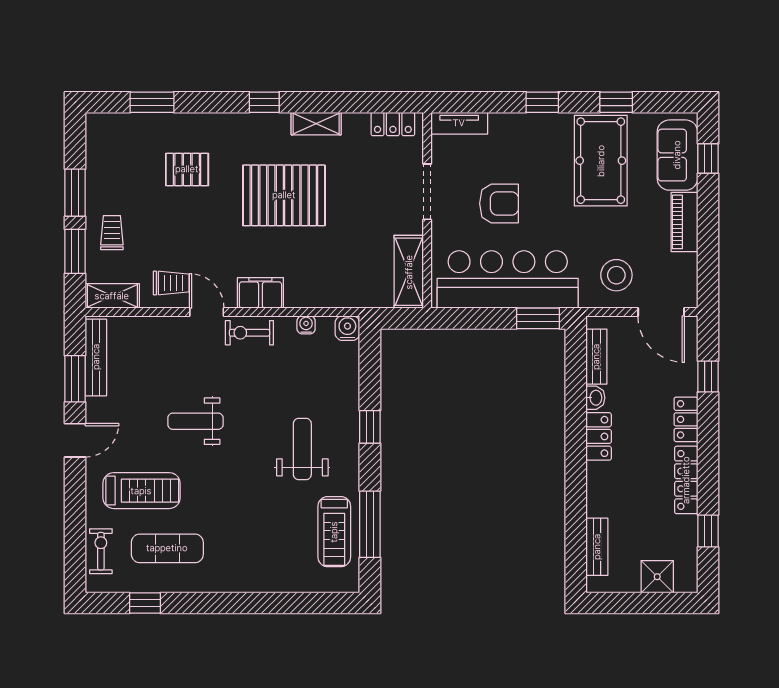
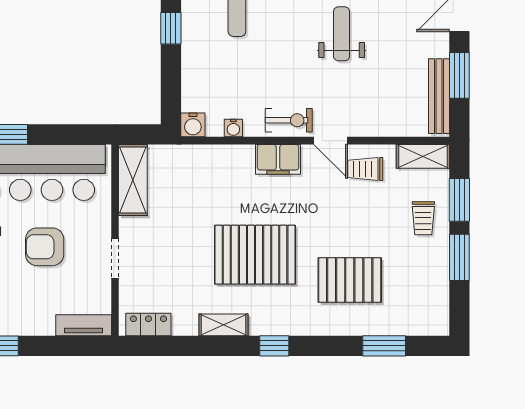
pallet: (187, 169) -> (350, 280), width x1.50, depth x1.42
doorway: (427, 192) -> (115, 258), width x0.73
weight bench: (195, 421) -> (342, 34), turned -90

